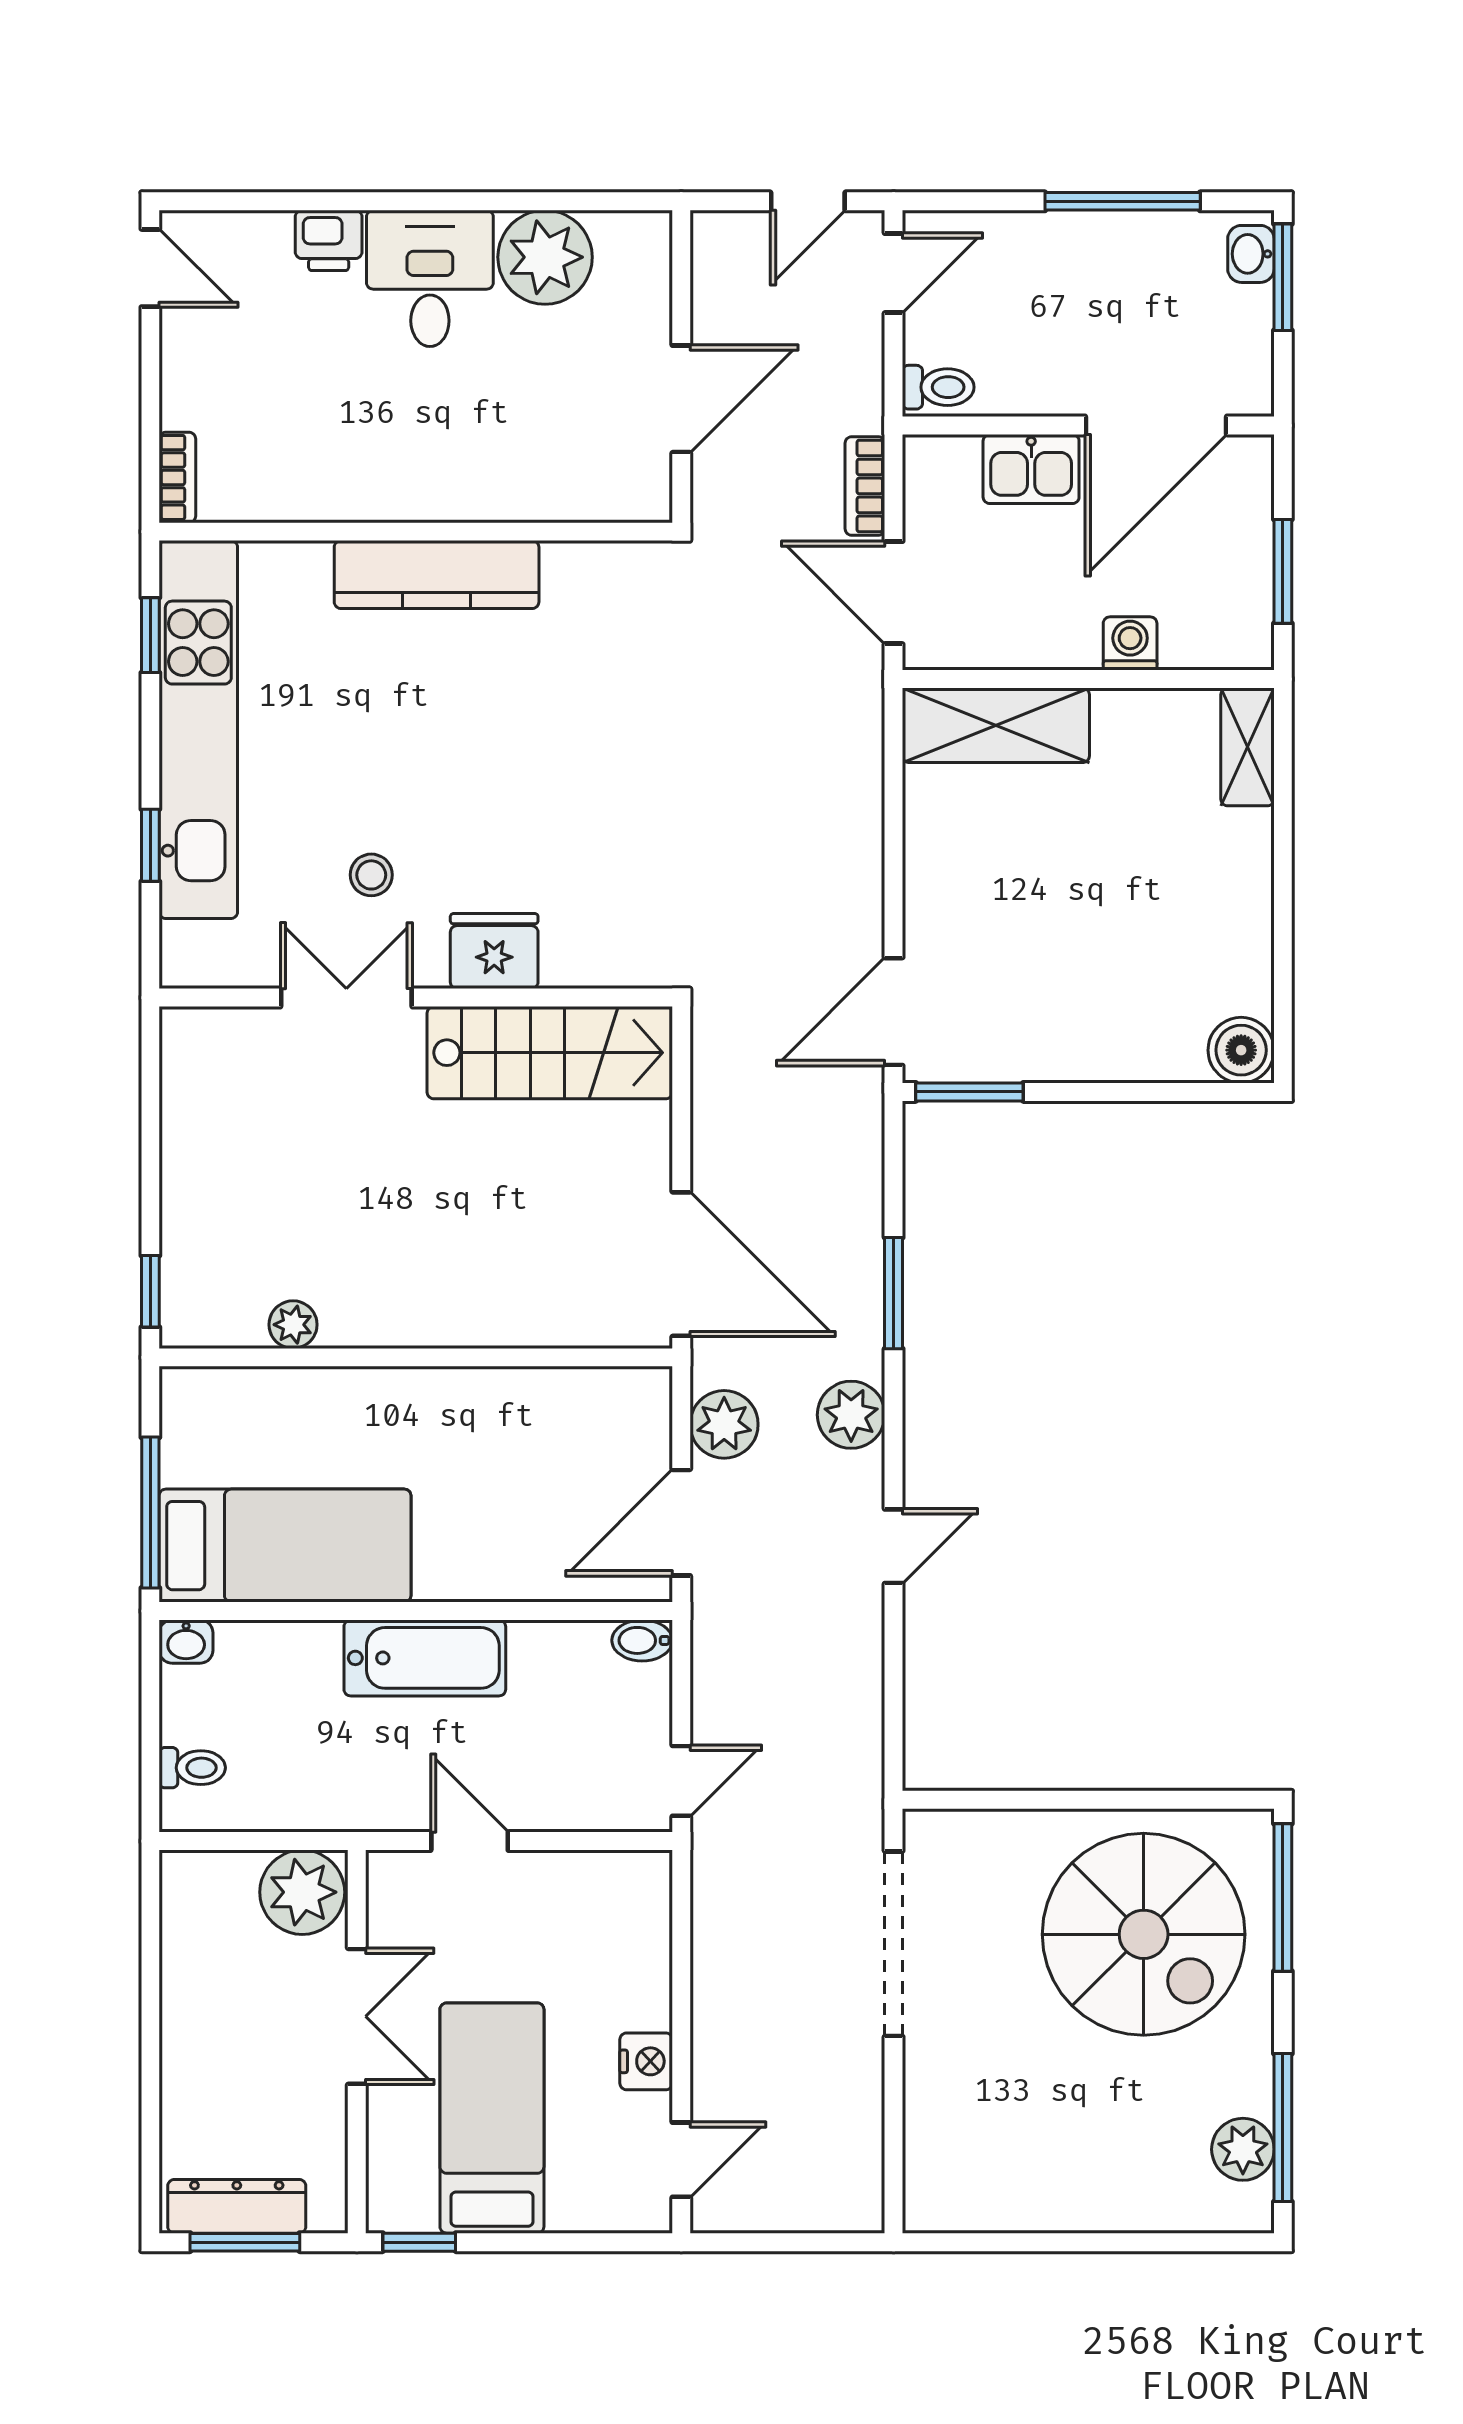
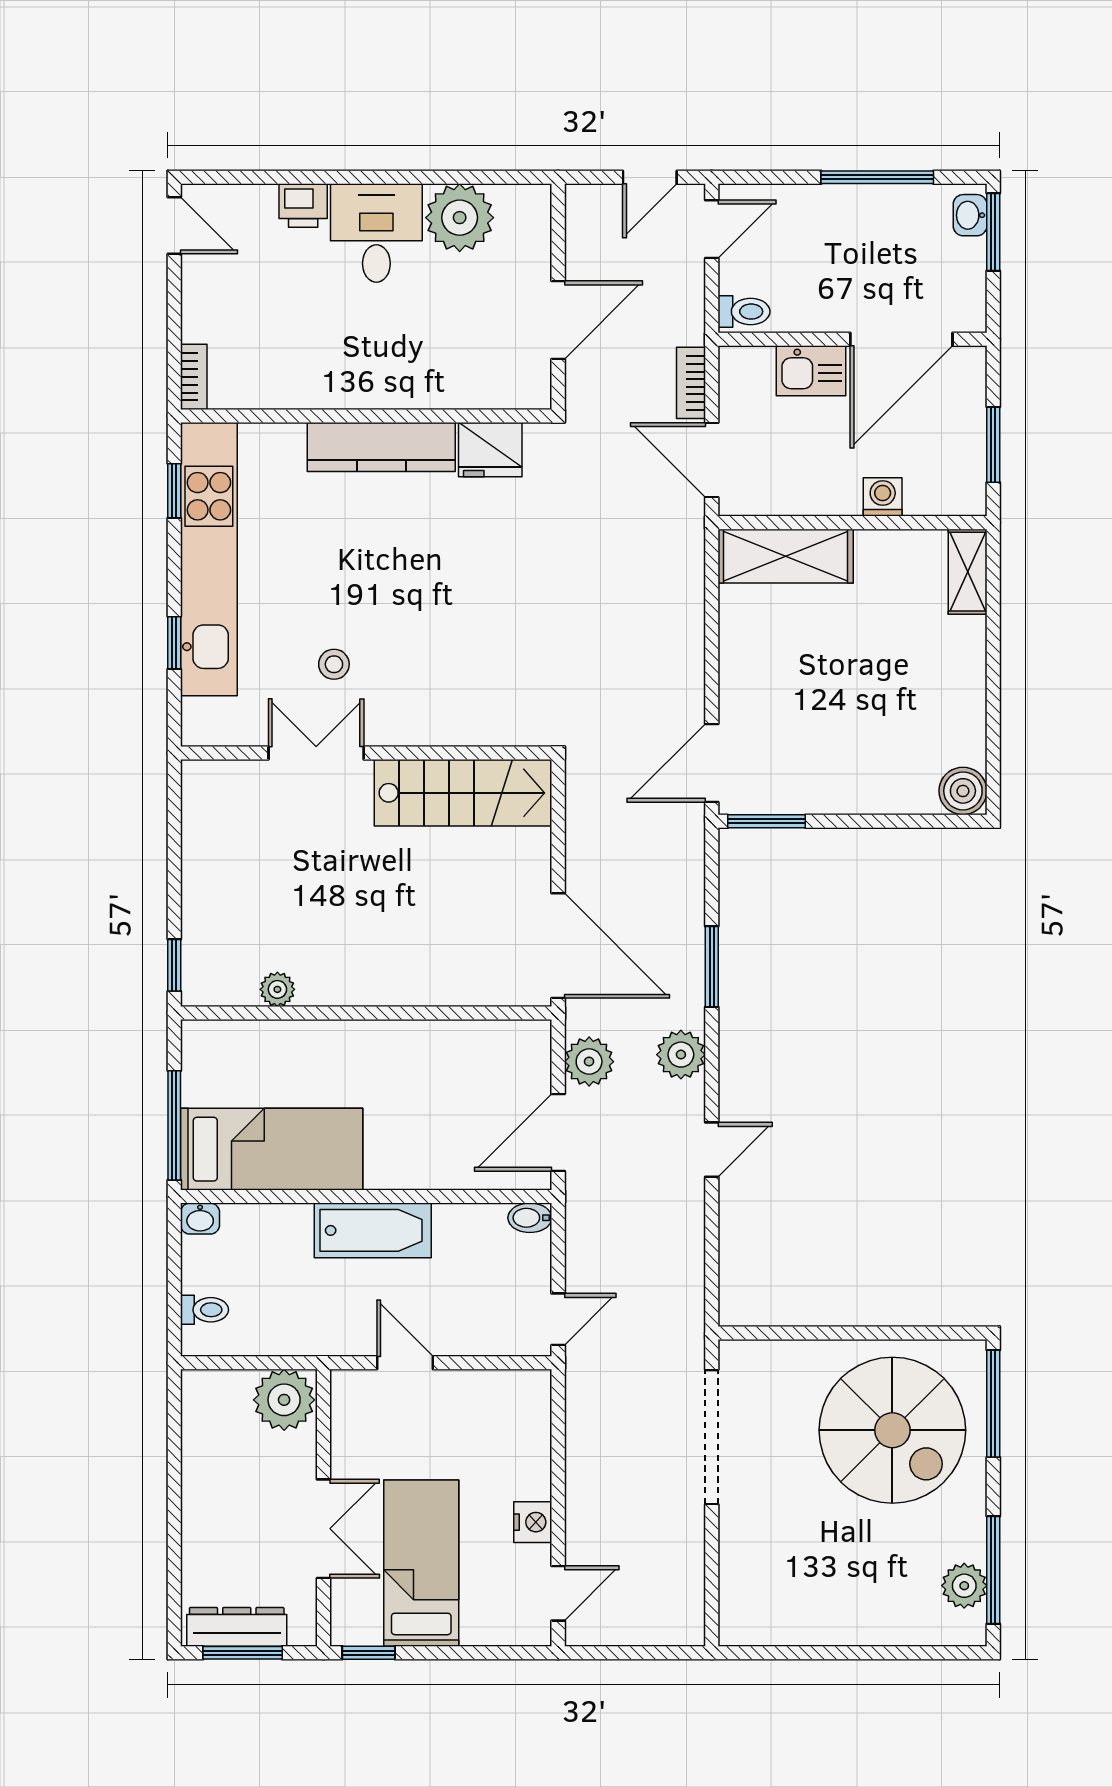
fridge: (494, 951) -> (490, 450), moved, turned 180
double door: (357, 2016) -> (324, 1529), moved

